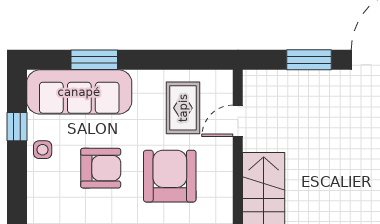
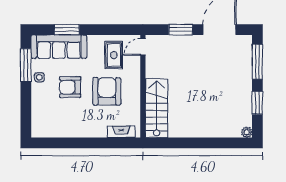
door: (238, 121) -> (143, 47), moved
window: (17, 127) -> (26, 65), width x2.17
armchair: (101, 168) -> (70, 87), turned 180

